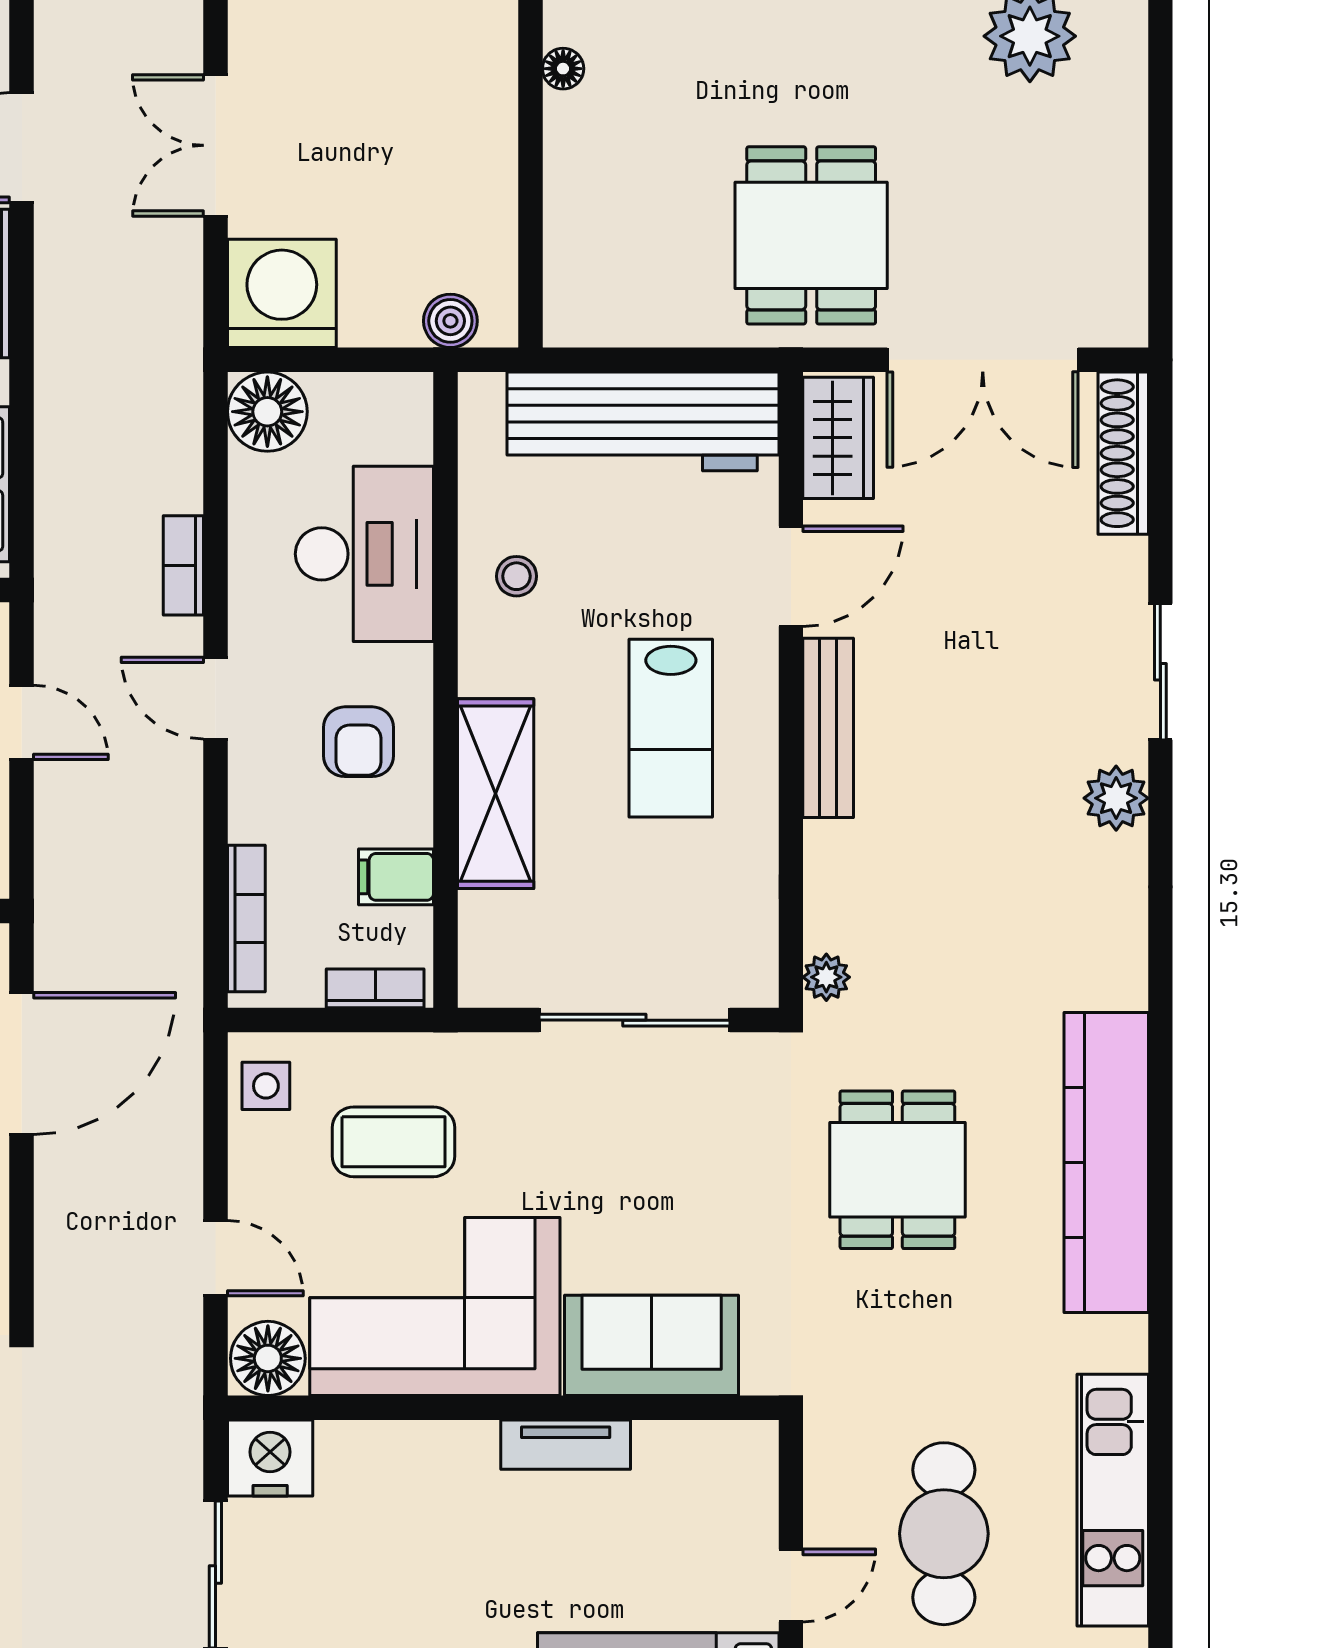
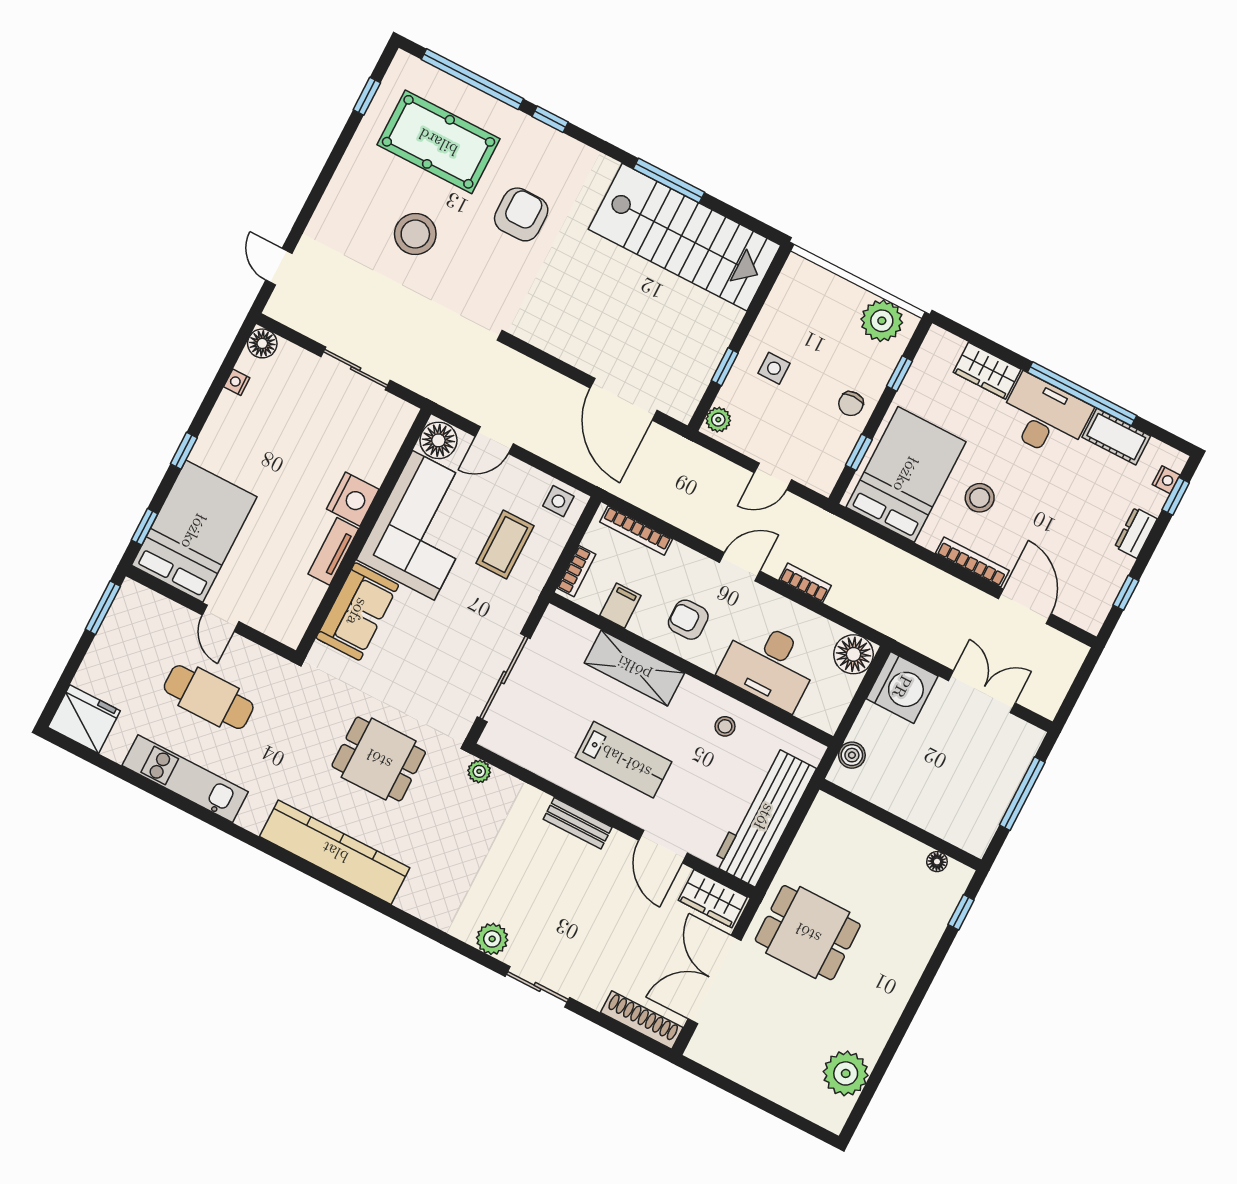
lab bench: (671, 728) -> (624, 760), turned 180
bench: (828, 728) -> (578, 823), width x0.73
nightstand: (270, 1458) -> (353, 499), moved

